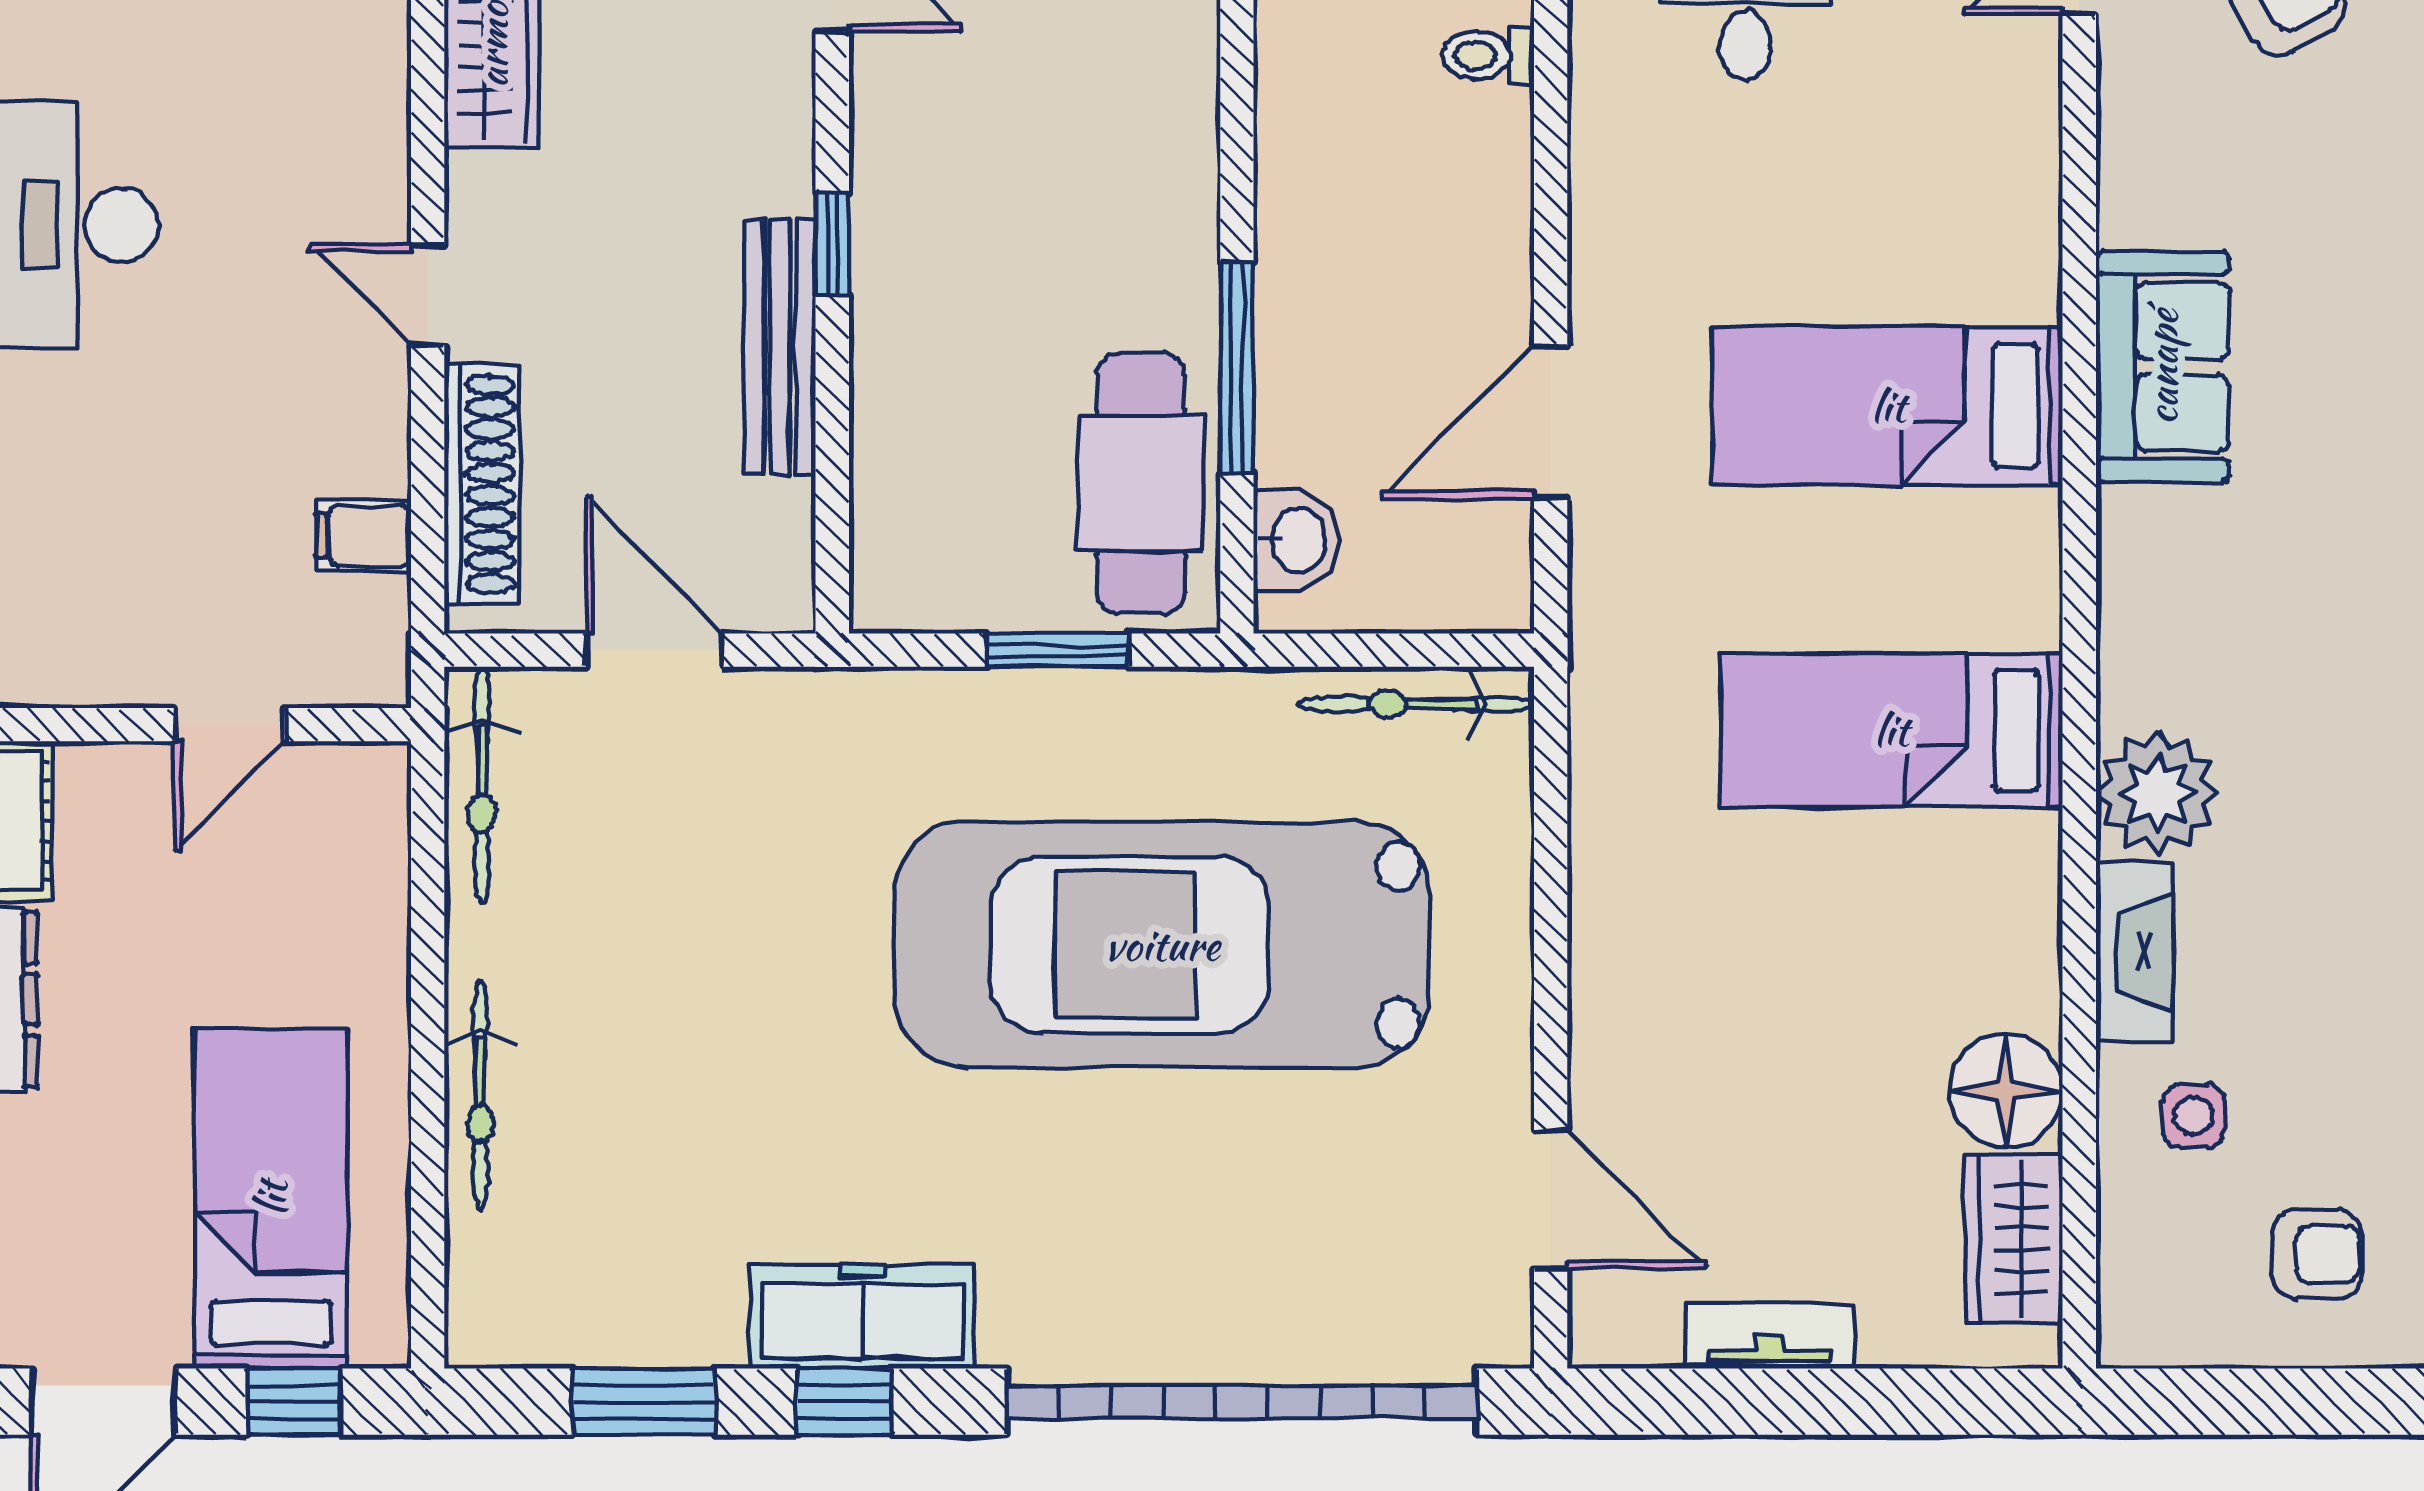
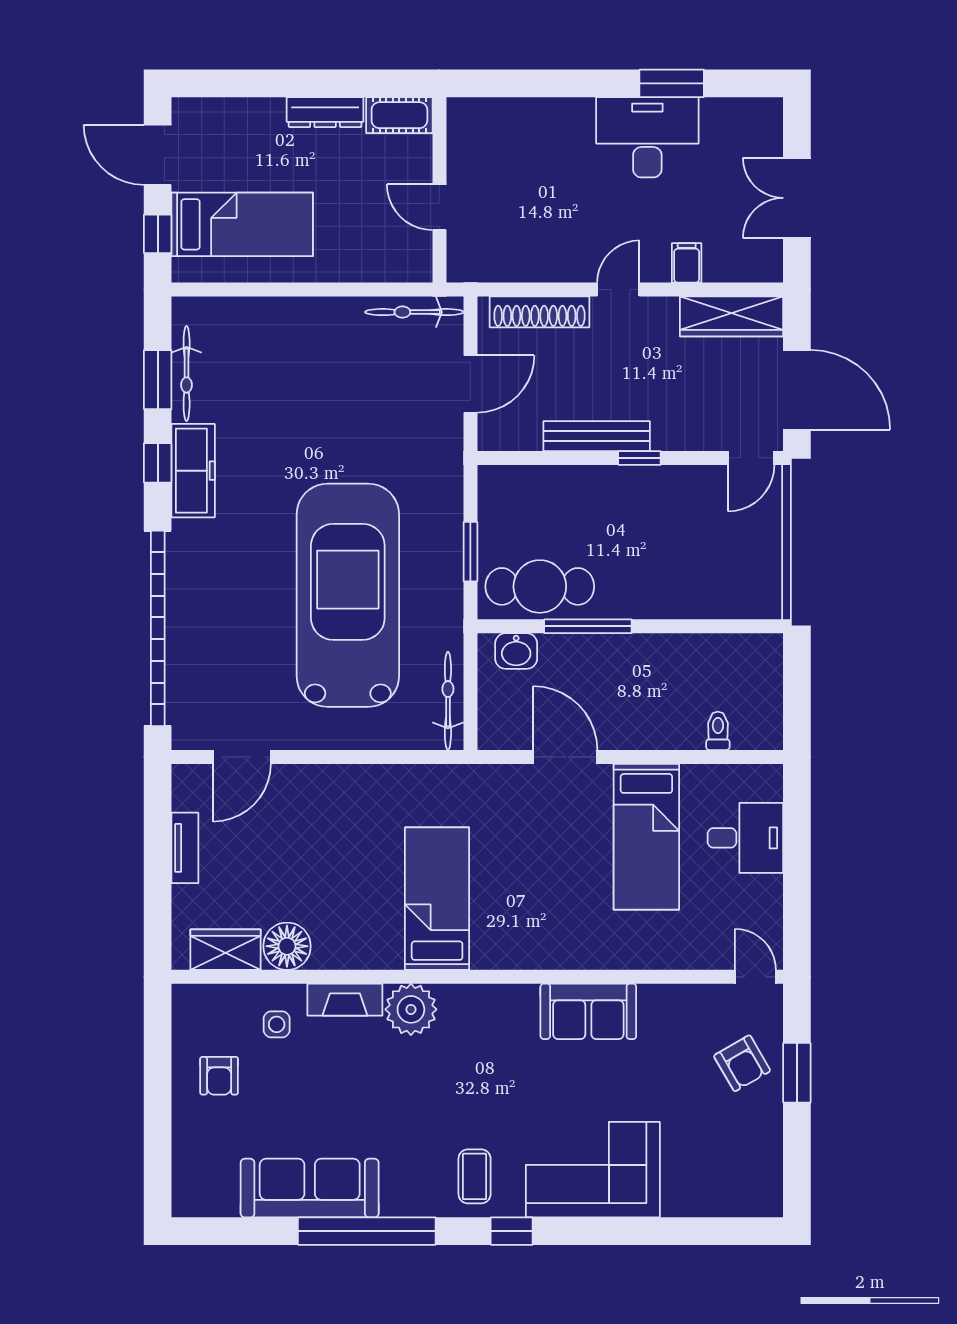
bed: (1888, 406) -> (646, 837), moved, turned 180
filing cabinet: (364, 536) -> (687, 263), moved
bicycle: (480, 1096) -> (187, 374), moved, turned -90

